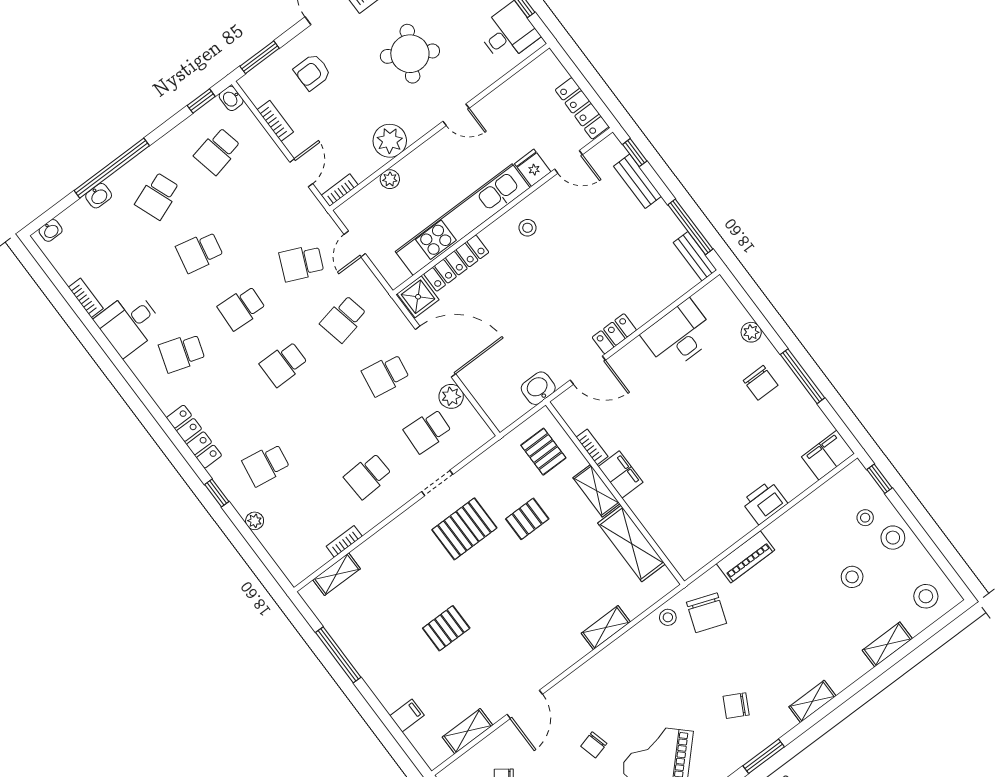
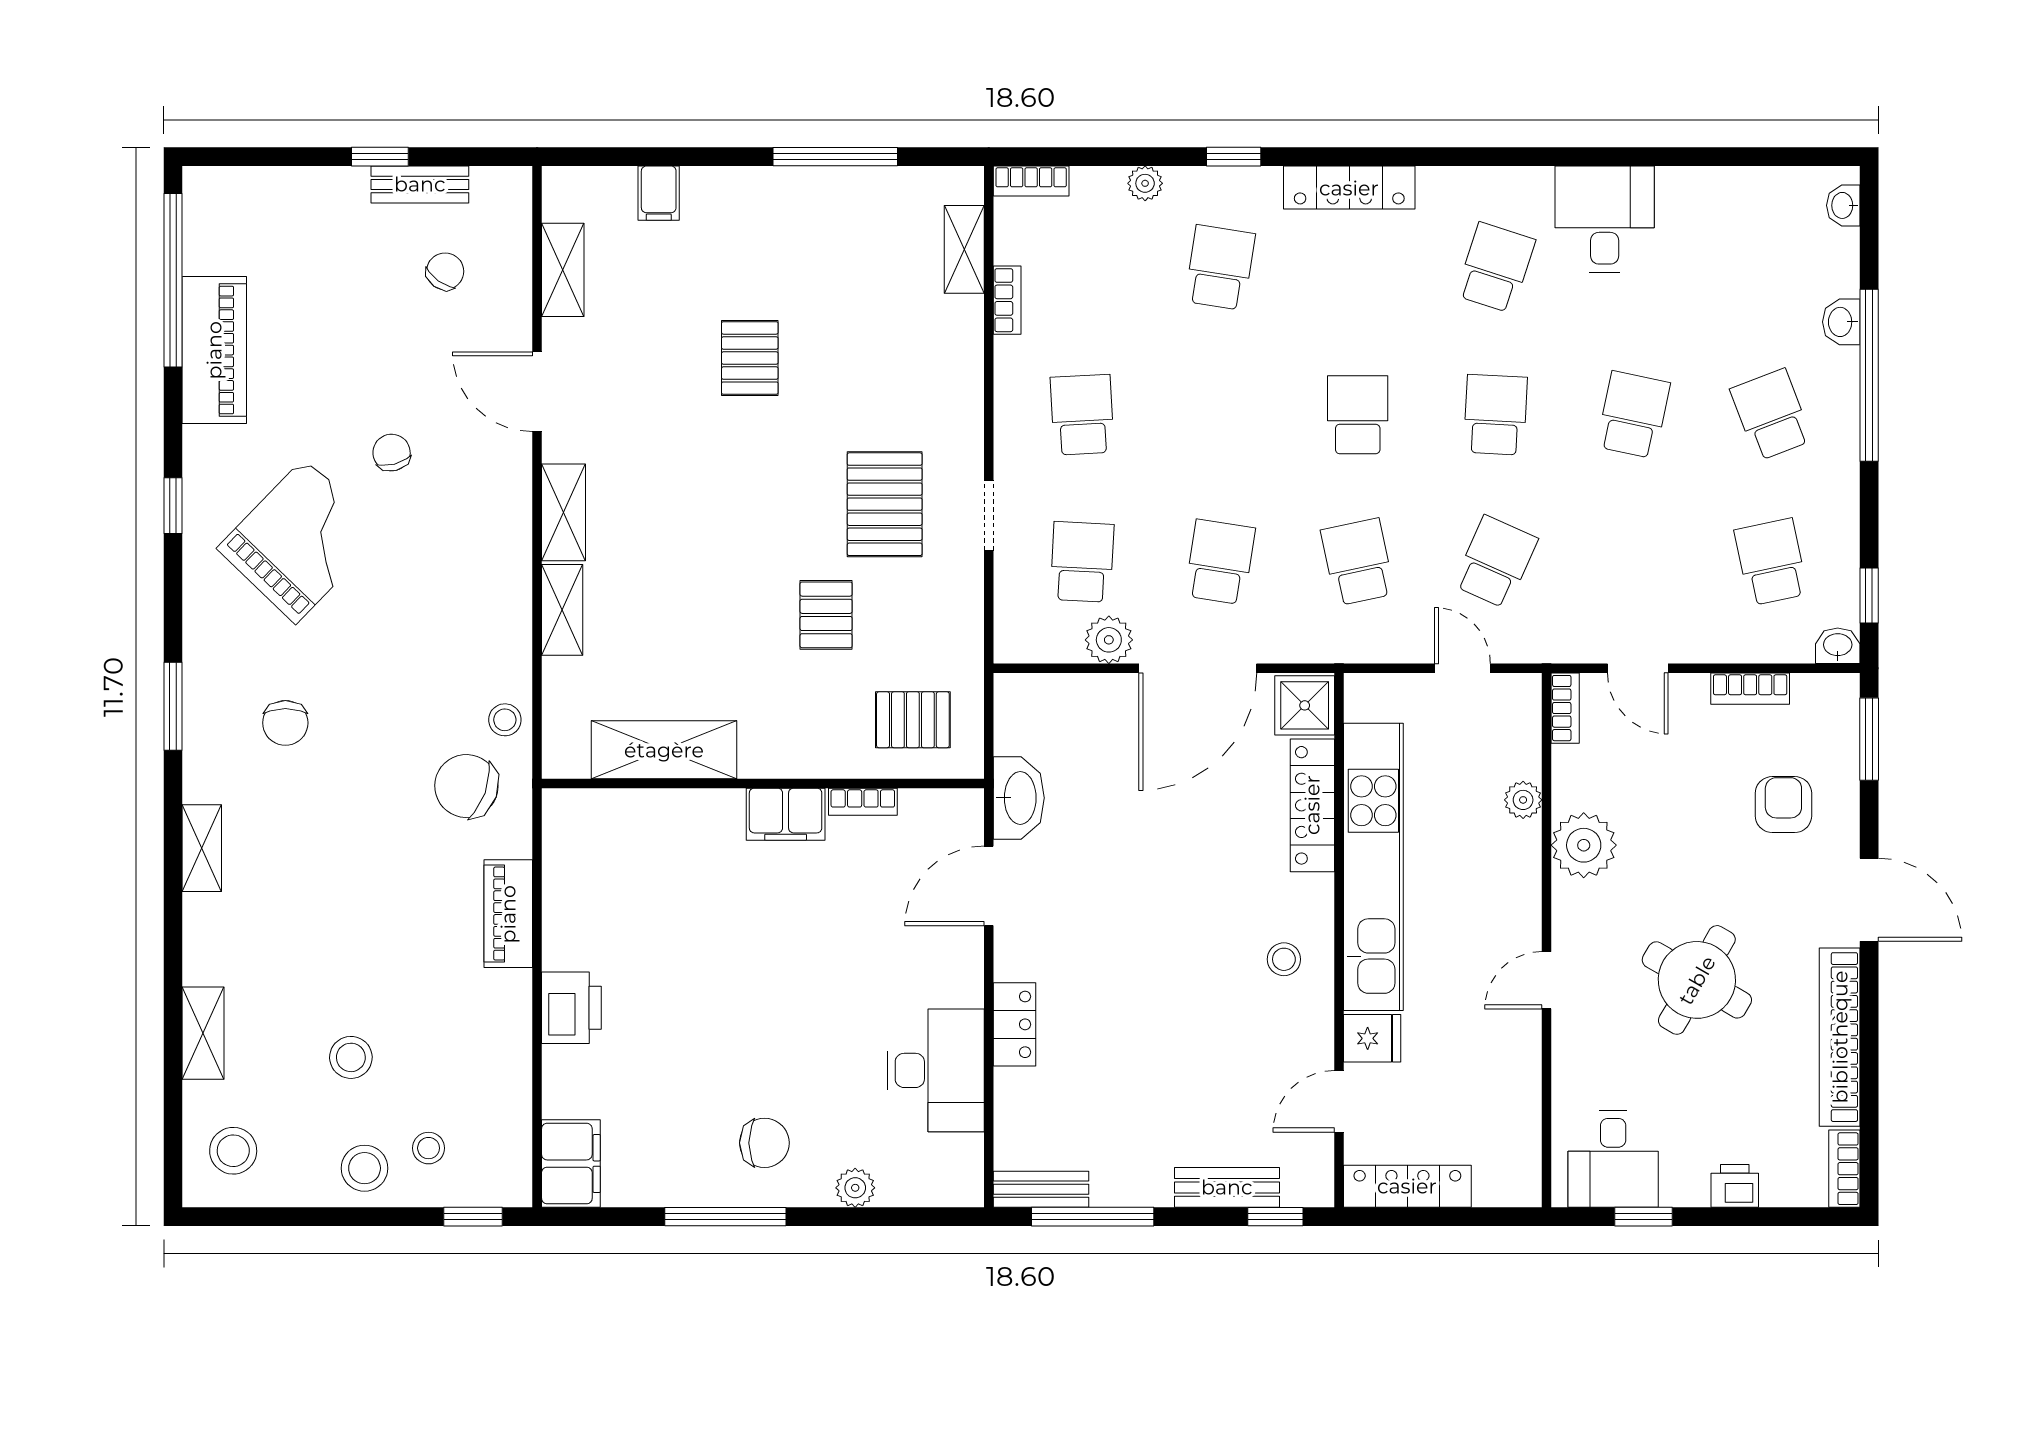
bookcase: (86, 298) -> (1031, 181), moved
locker: (614, 334) -> (1014, 1024), moved
chair: (761, 383) -> (764, 1143), turned 180
washbasin: (538, 388) -> (1019, 798), width x1.38
shelving: (596, 491) -> (564, 512), moved, turned 90
chair: (736, 706) -> (285, 723), turned 152

